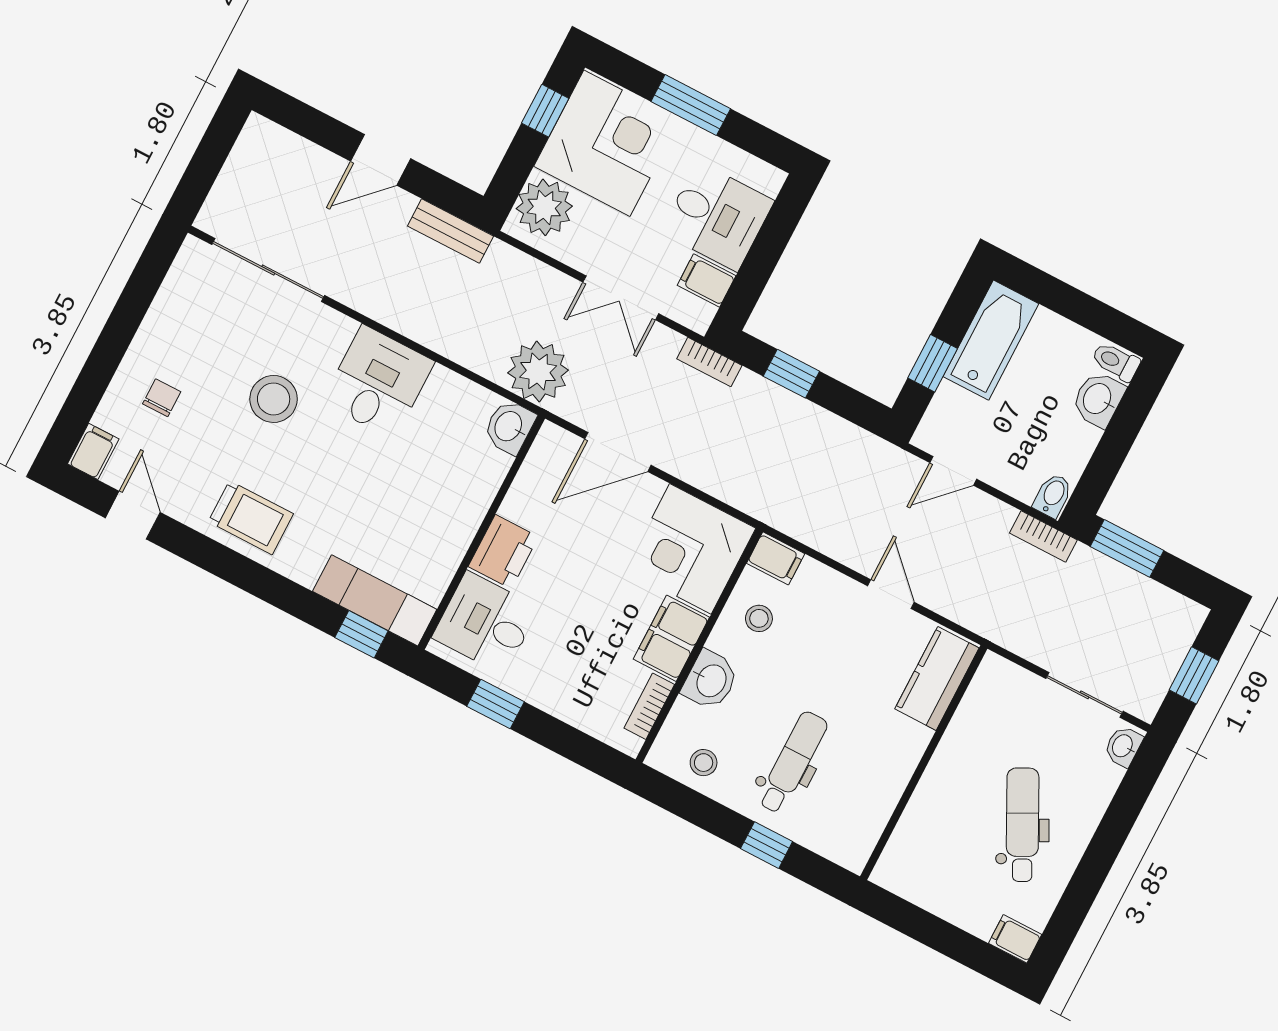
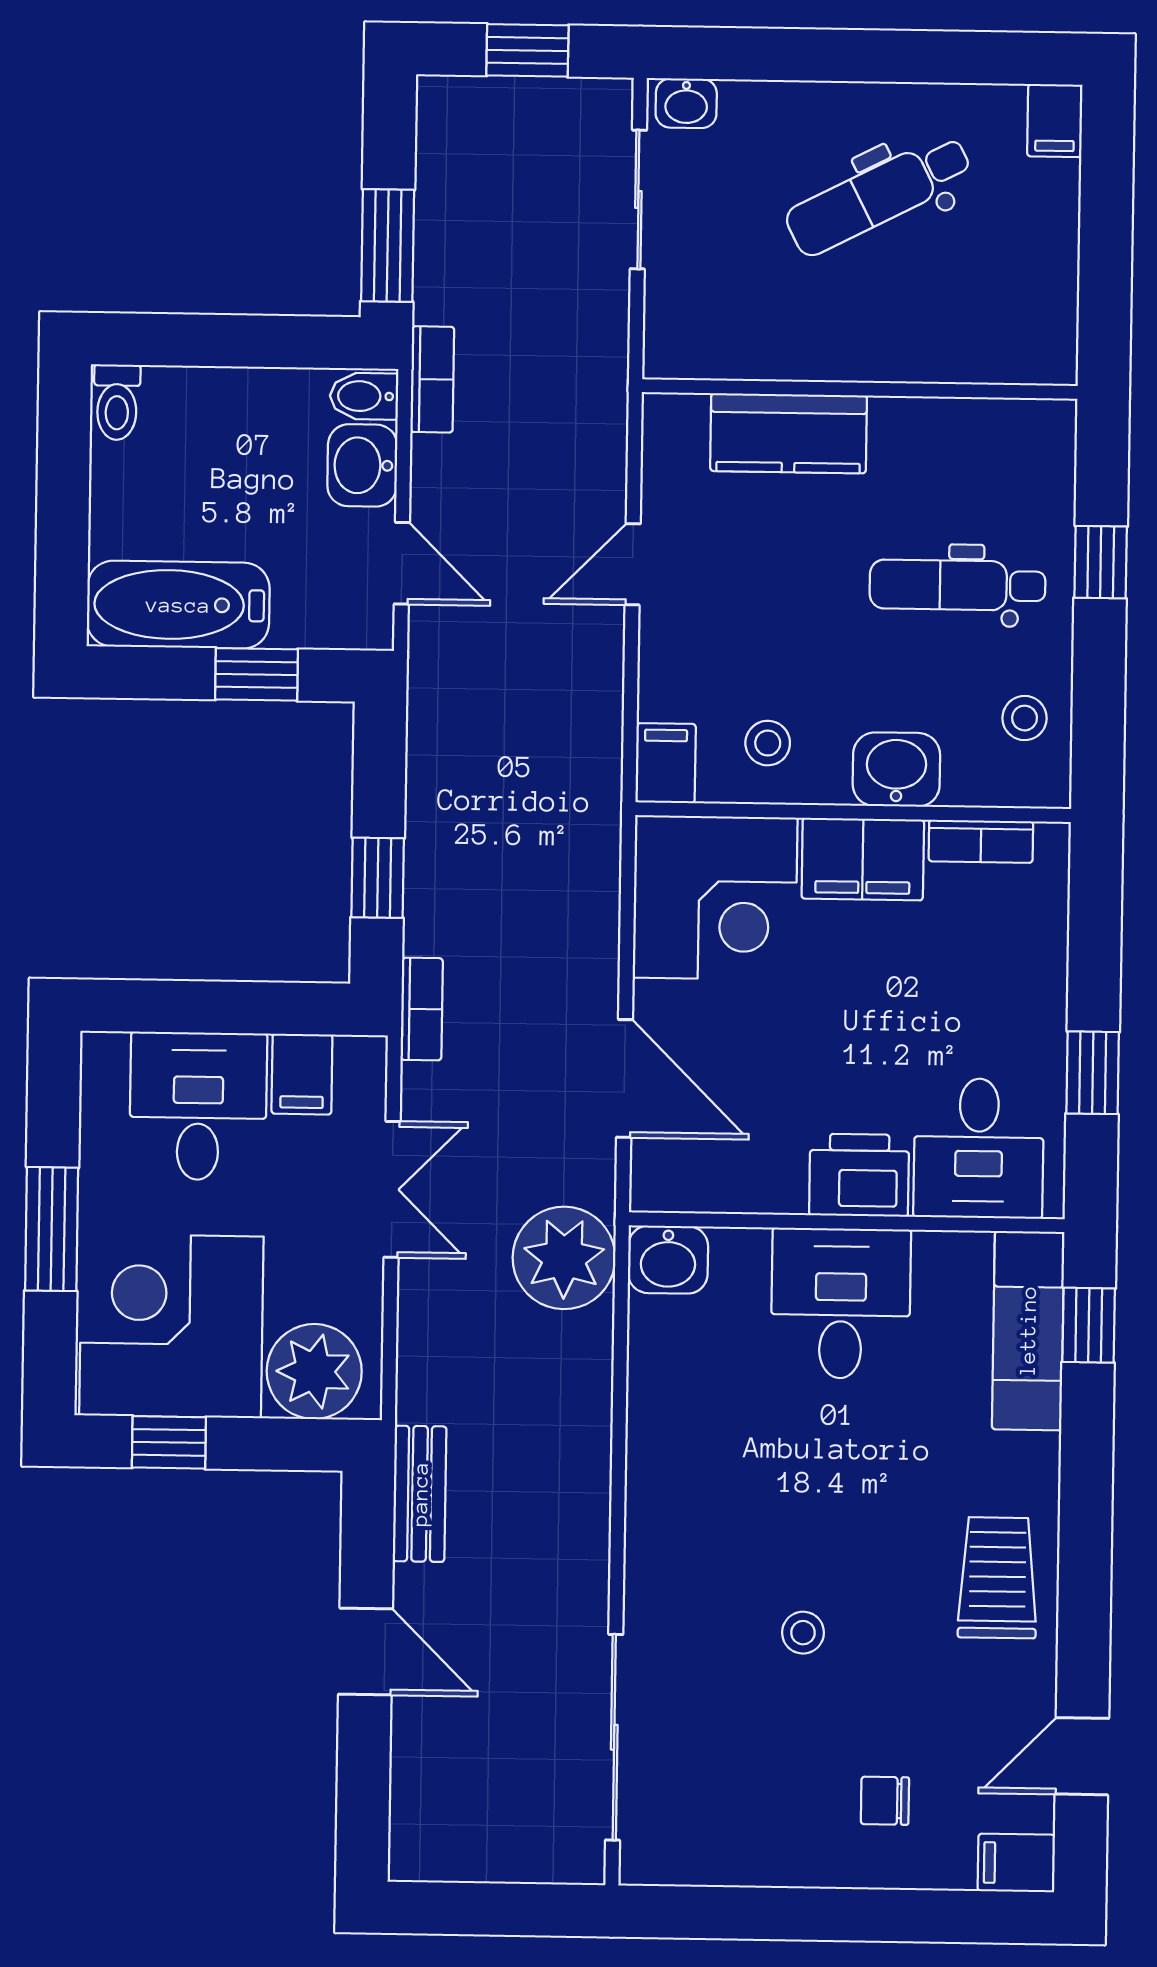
desk: (378, 382) -> (841, 1303), moved, turned 90
stool: (274, 399) -> (803, 1633), width x0.53, depth x0.53
washbasin: (1098, 399) -> (362, 465), moved, turned 90
kitchen counter: (937, 678) -> (789, 433), moved

